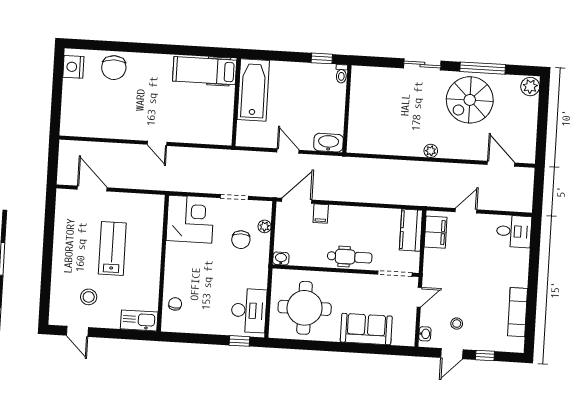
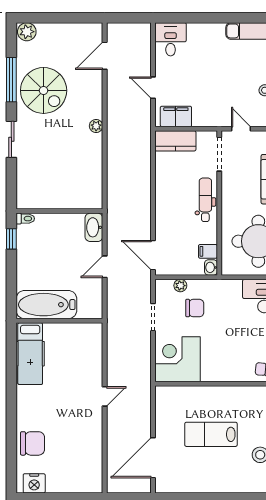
door: (92, 189) -> (153, 458), width x1.36
filing cabinet: (321, 214) -> (208, 251), moved, turned 180

